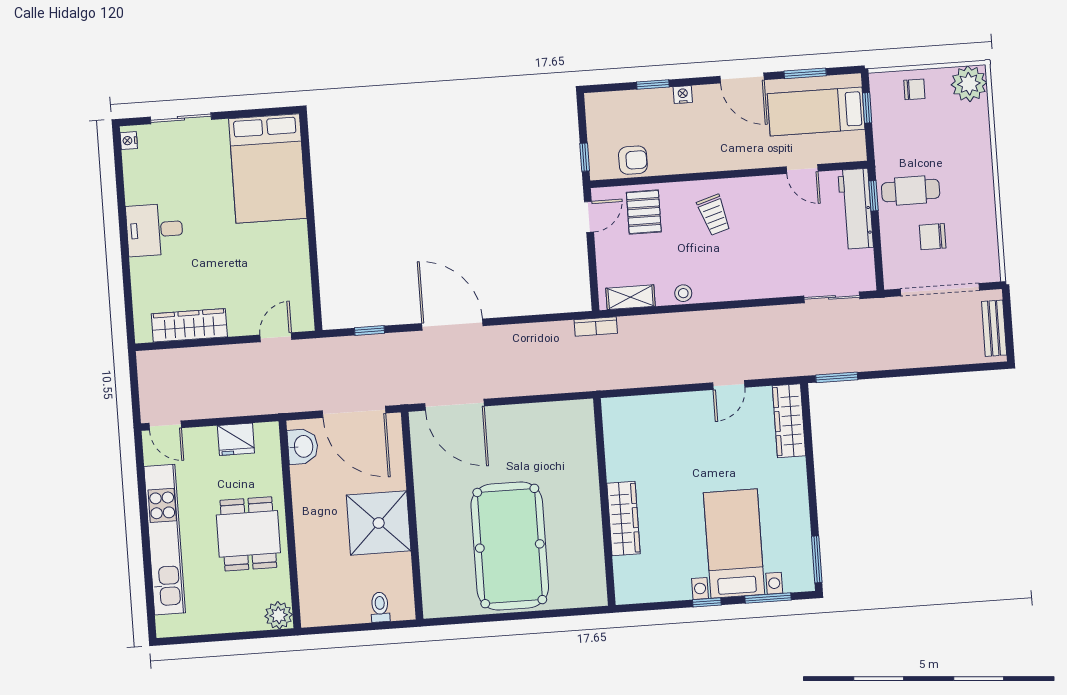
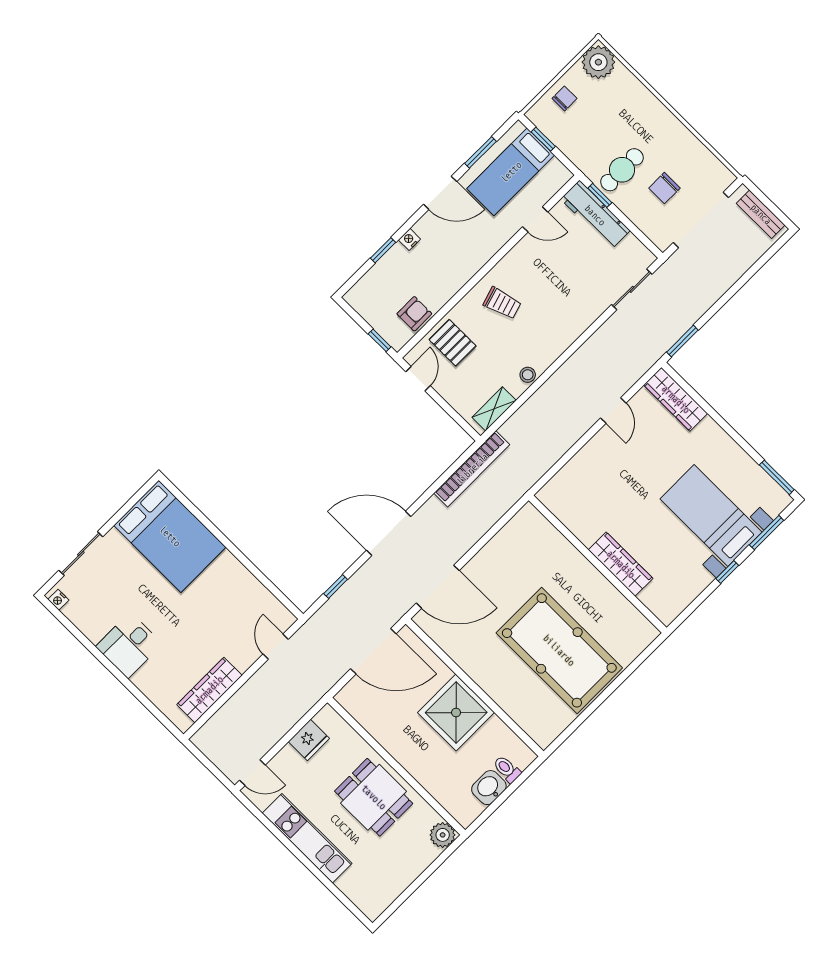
bookcase: (596, 327) -> (472, 469), width x2.31, depth x1.31
washbasin: (303, 446) -> (489, 788), moved, turned -90
kitchen unit: (165, 540) -> (307, 838), width x0.73

